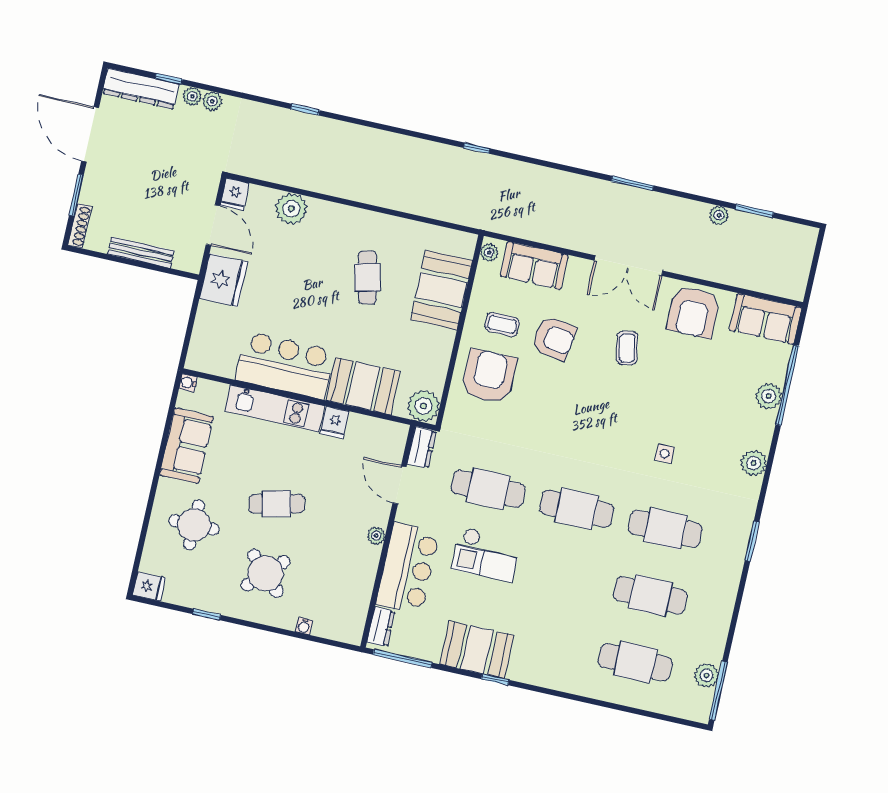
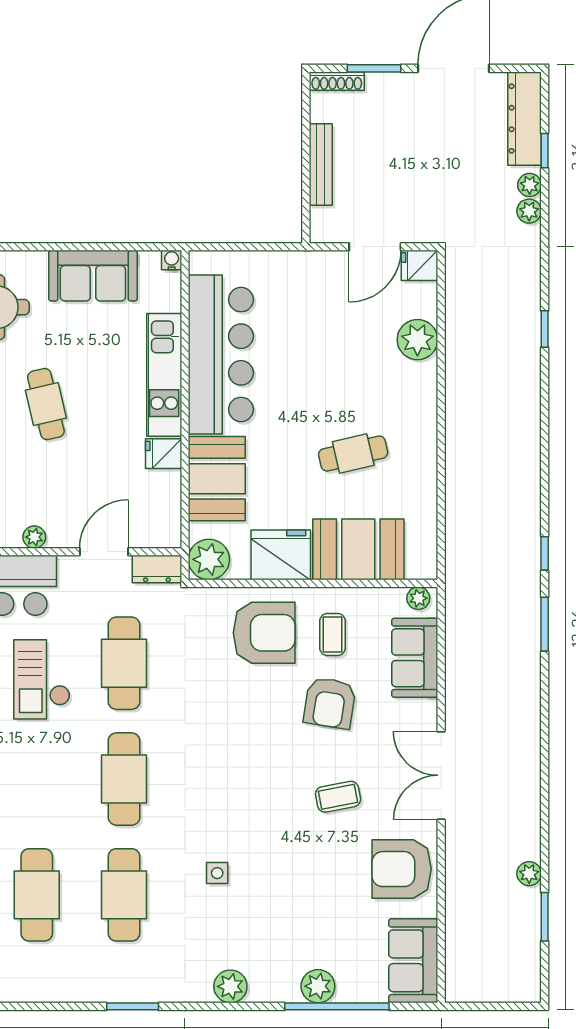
window: (632, 183) -> (545, 624), moved
fridge: (223, 280) -> (281, 555), moved, turned 180
bar counter: (285, 365) -> (221, 355), width x1.36

